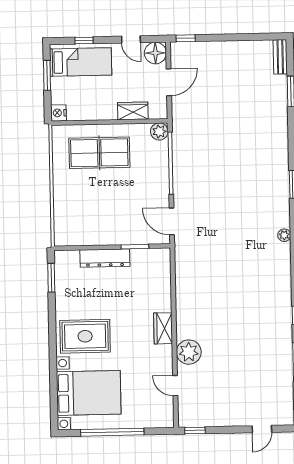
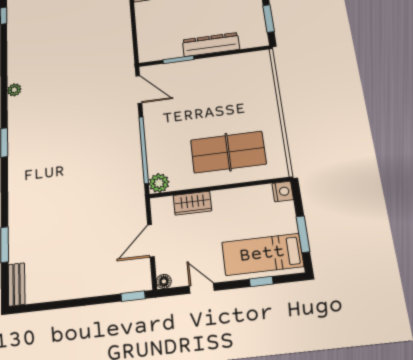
floor lamp: (155, 53) -> (164, 281), width x0.53, depth x0.53

